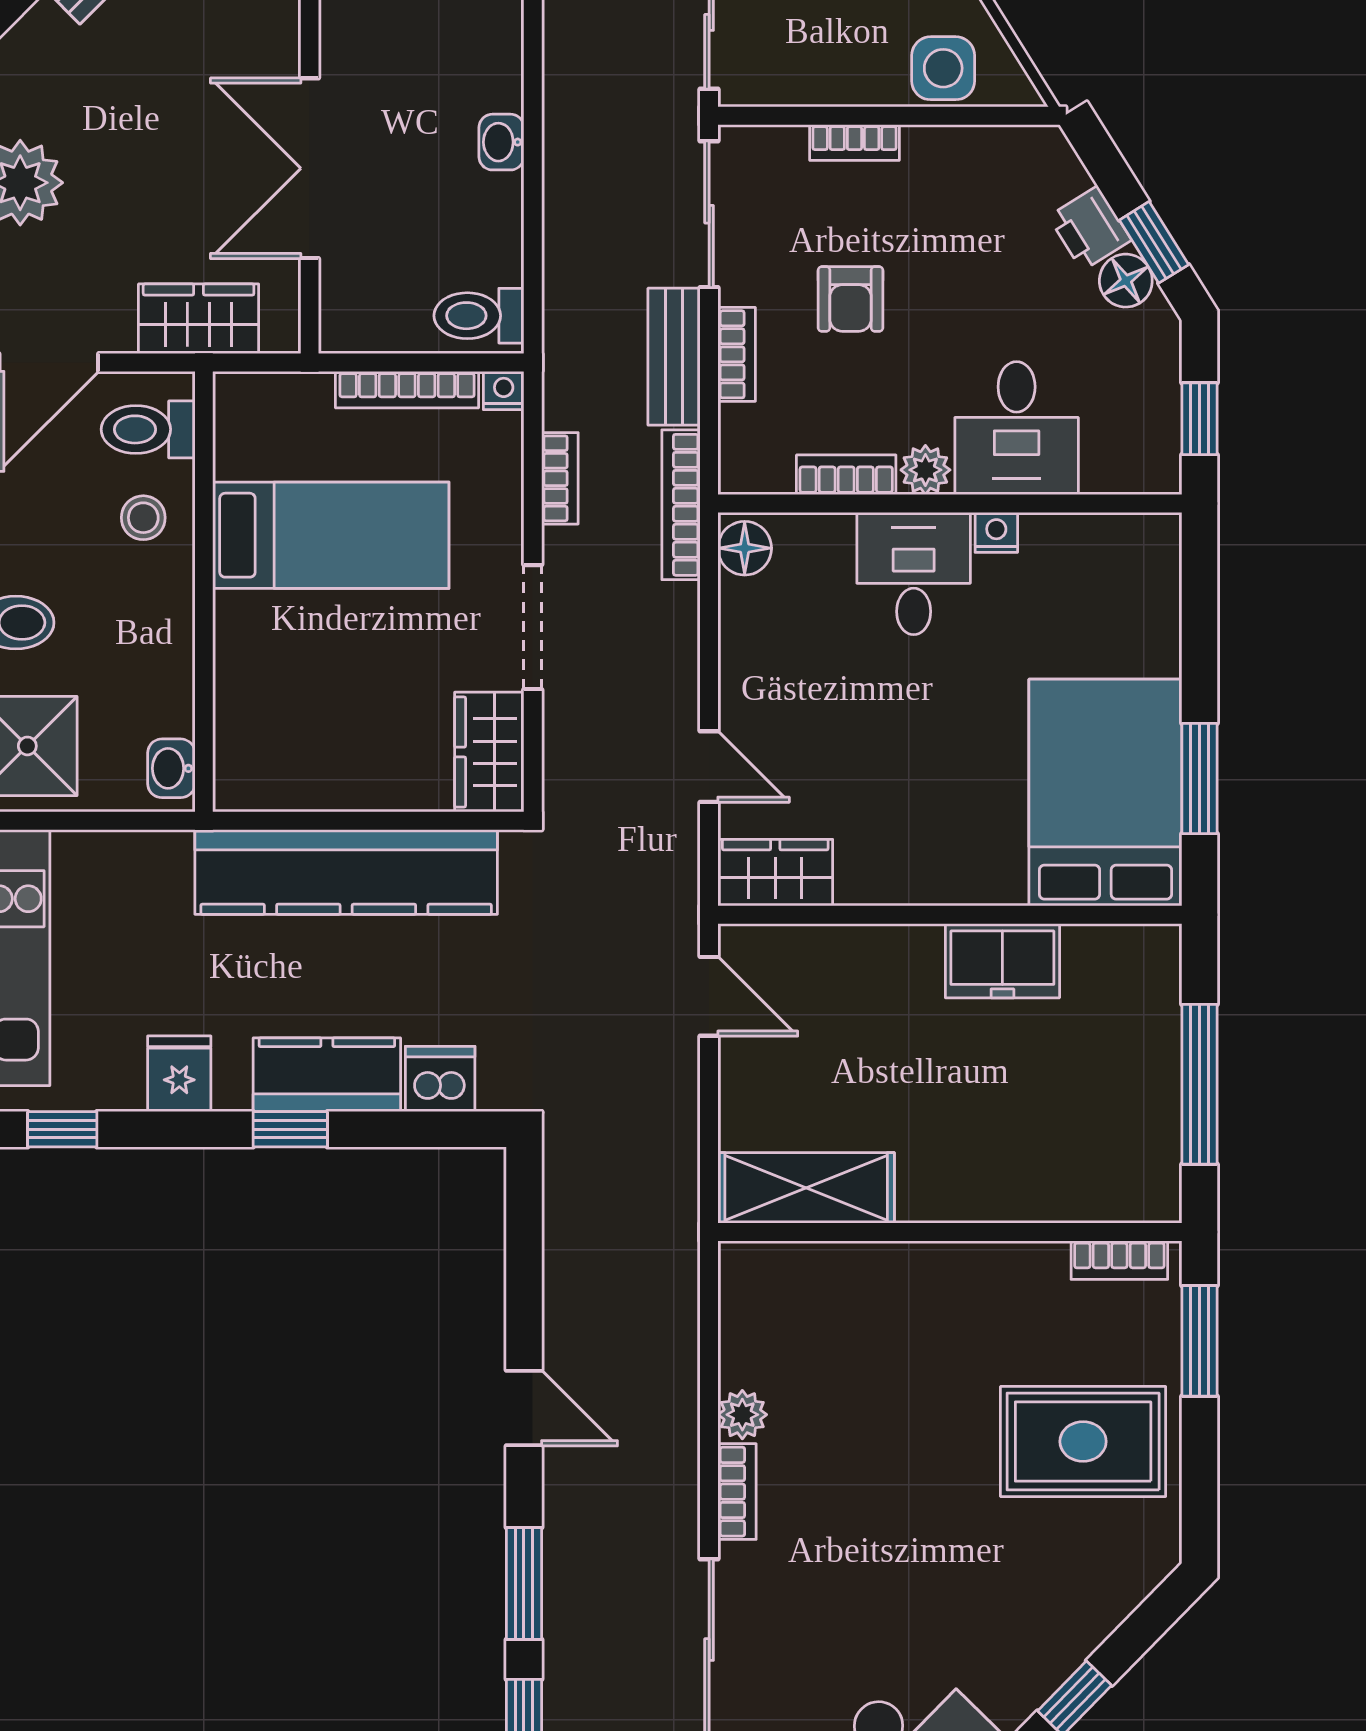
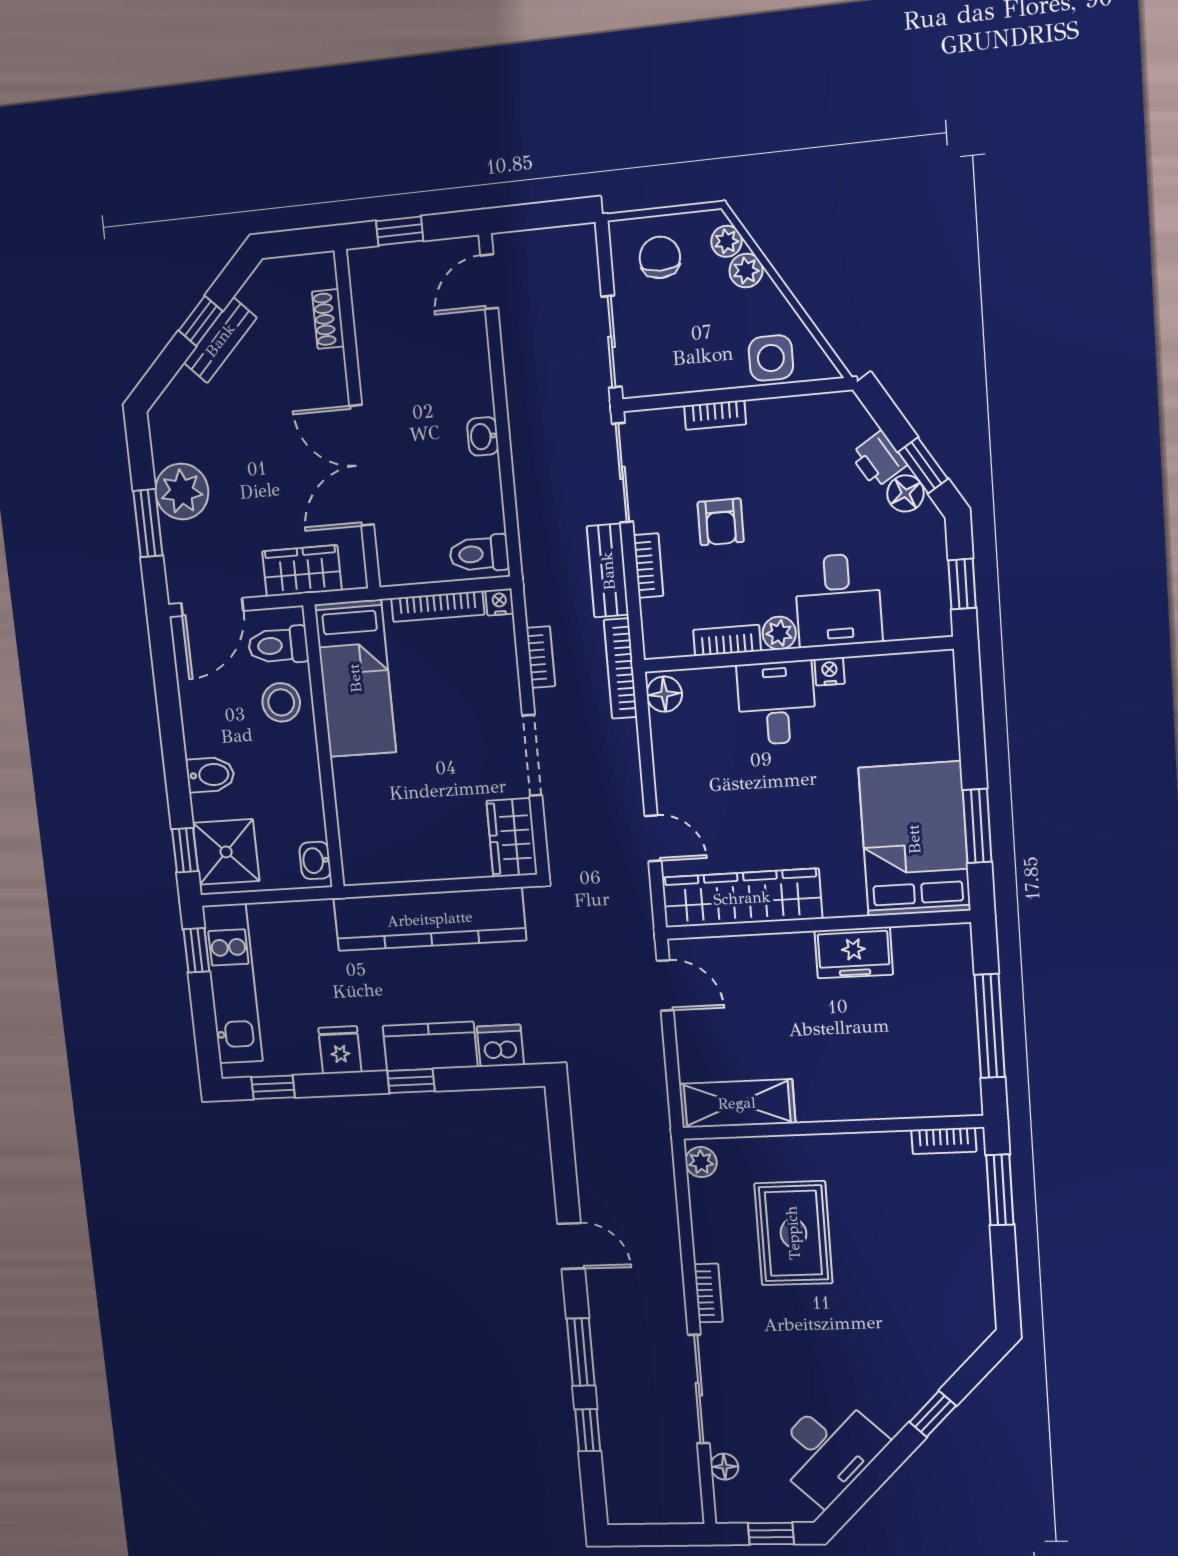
stool: (143, 518) -> (281, 702), width x1.37, depth x1.37
bed: (331, 535) -> (355, 678), moved, turned 90
wardrobe: (775, 873) -> (742, 898), width x2.10, depth x1.17
plant: (742, 1415) -> (701, 1162), moved
rug: (1083, 1441) -> (793, 1233), moved, turned 90

